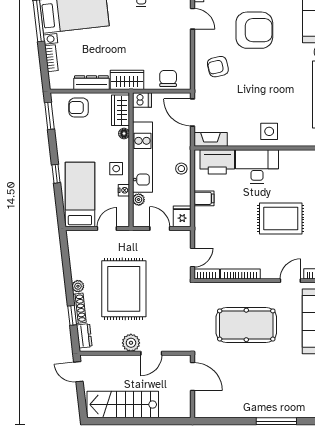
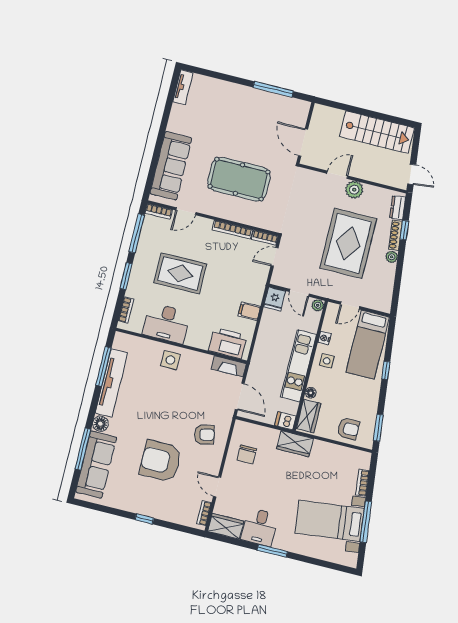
chair: (168, 79) -> (247, 454), moved
dresser: (91, 83) -> (330, 450), removed
desk: (257, 166) -> (166, 323), moved
stool: (181, 169) -> (264, 345), removed
plant: (139, 200) -> (318, 305), moved
window: (276, 421) -> (273, 89), moved

